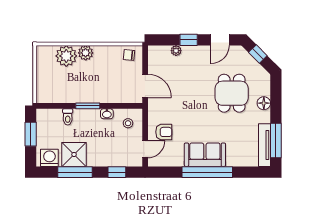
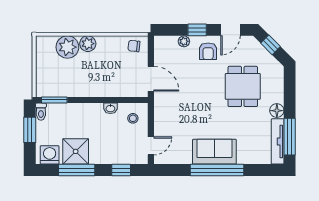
floor lamp: (264, 103) -> (277, 111), moved
window: (88, 106) -> (54, 100), moved
toilet: (68, 117) -> (41, 112), moved
armchair: (164, 132) -> (208, 51), moved, turned 90

